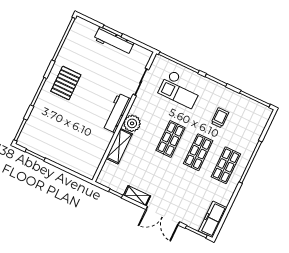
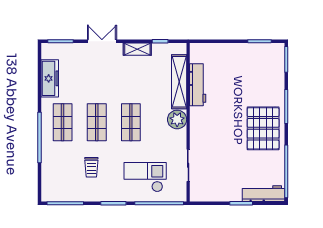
workbench: (114, 41) -> (264, 194), moved
pallet: (66, 83) -> (263, 128), width x1.37, depth x1.41
workbench: (117, 113) -> (198, 85), moved
shelving: (119, 146) -> (179, 82), width x1.47
double door: (163, 216) -> (102, 41), width x0.73
freezer: (213, 219) -> (50, 78), moved

